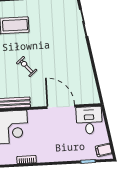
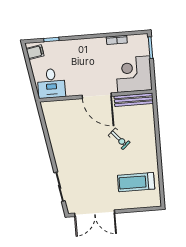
door: (61, 107) -> (97, 96), moved

